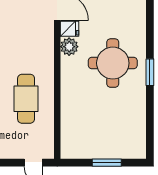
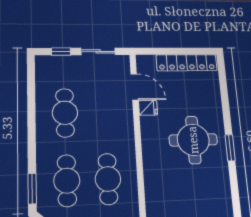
plant: (69, 47) -> (149, 125), removed

